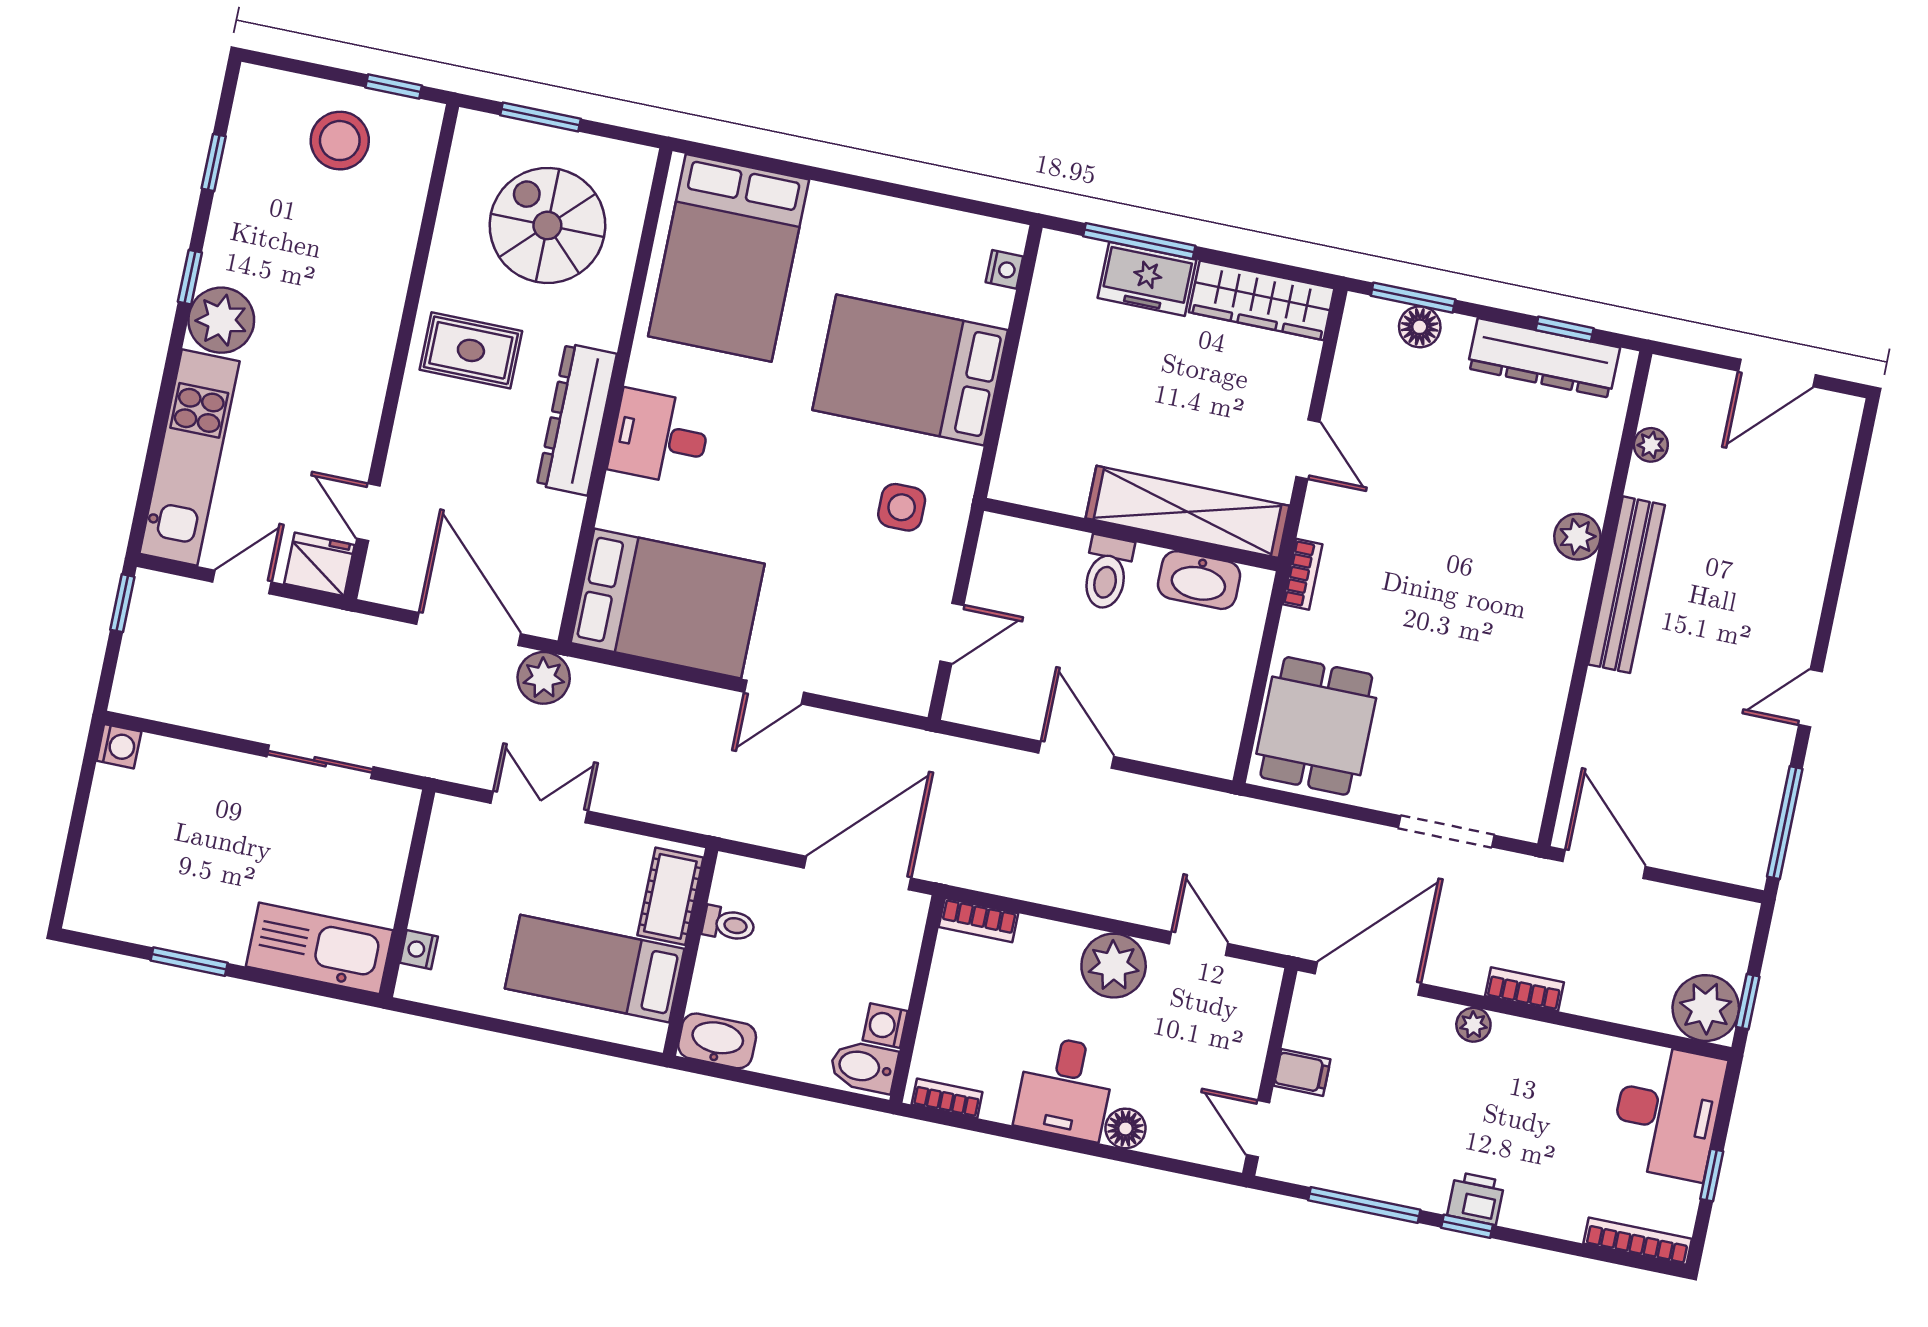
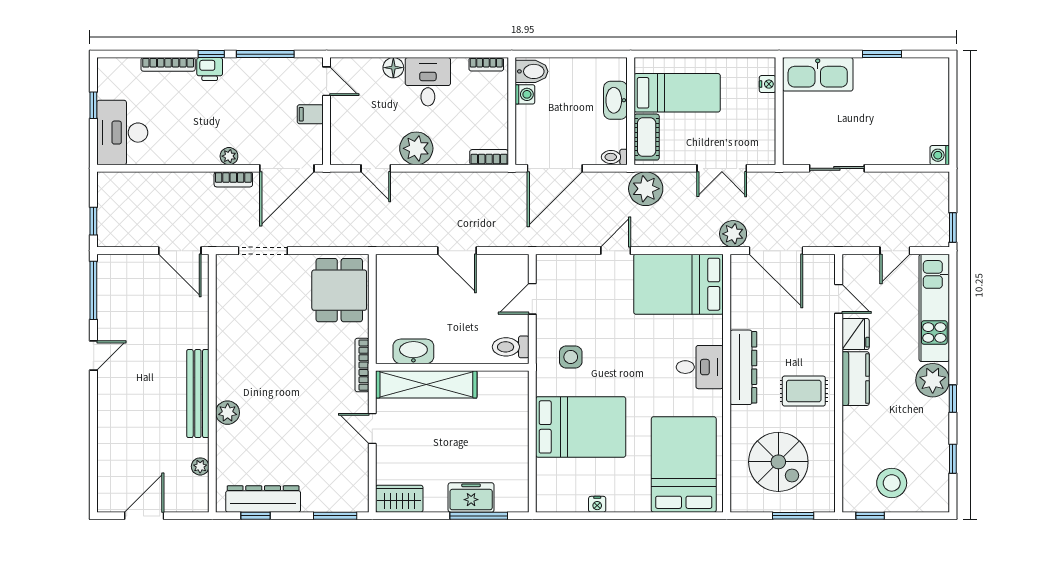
nightstand: (1004, 269) -> (597, 504), moved, turned -90
wardrobe: (1262, 300) -> (399, 499), width x0.67
floor lamp: (1420, 327) -> (329, 502), removed
kitchen counter: (367, 354) -> (856, 379), added
fridge: (319, 564) -> (856, 334), moved, turned -90
toilet: (1107, 573) -> (511, 347), moved, turned -90
bookcase: (1303, 574) -> (362, 365), width x1.56
toilet: (729, 924) -> (614, 157), moved
bookcase: (1525, 989) -> (233, 179), moved
window: (1748, 1002) -> (93, 221), moved
plant: (1706, 1008) -> (646, 189), moved
washbasin: (717, 1041) -> (615, 100), moved, turned 90
bookcase: (1638, 1241) -> (168, 64), moved

